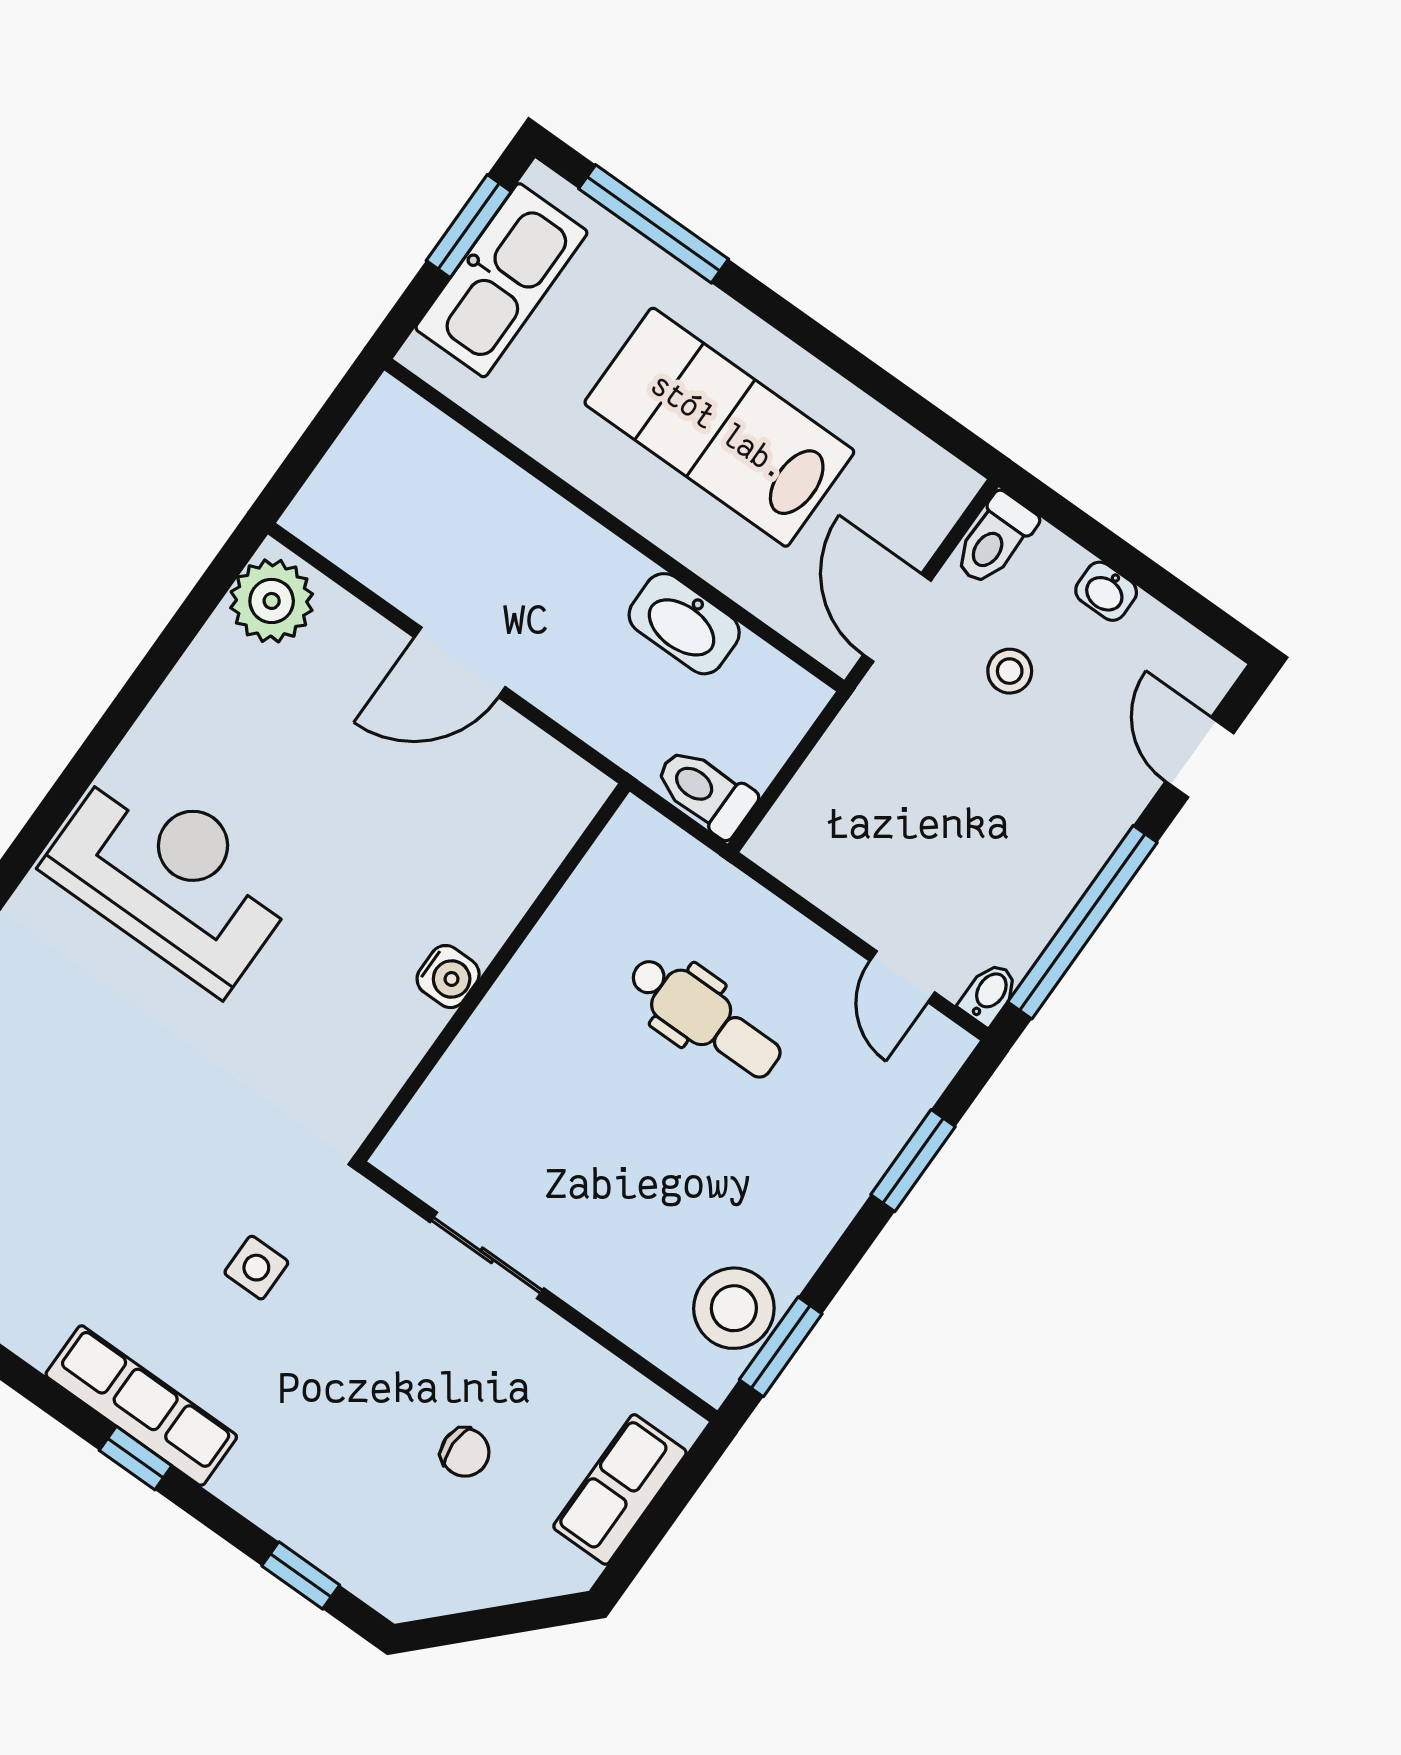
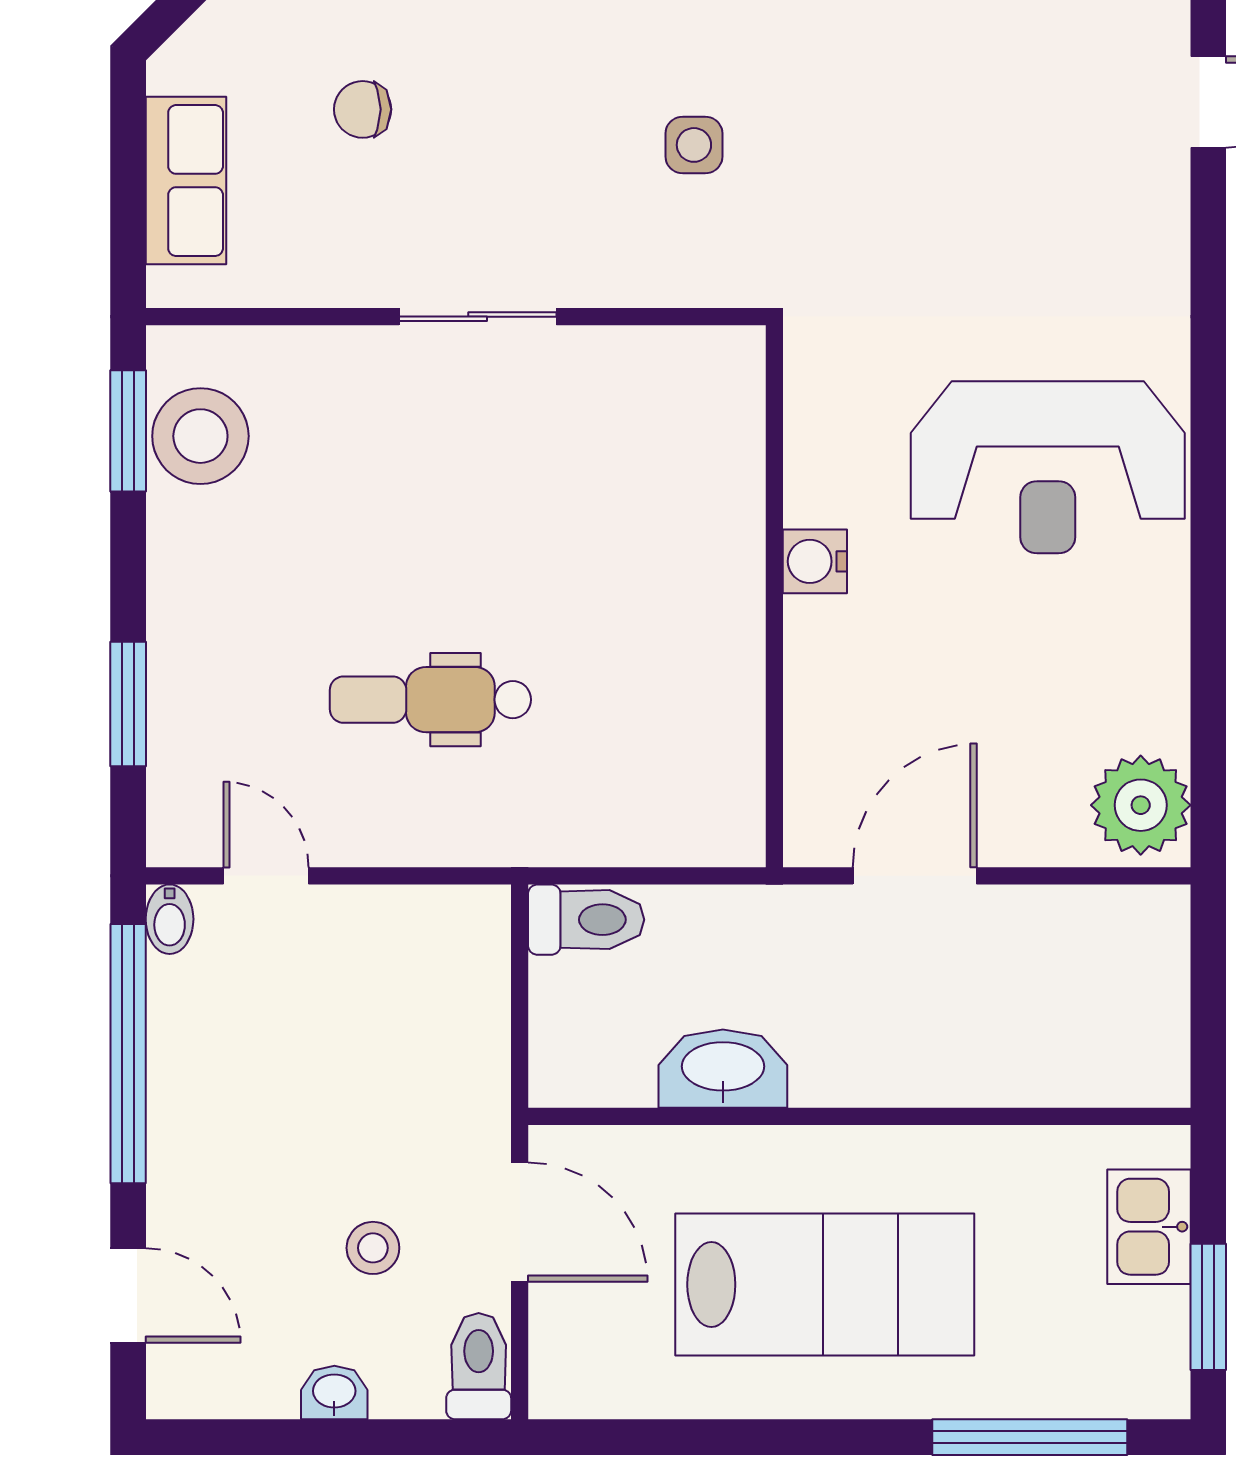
kitchen sink: (501, 280) -> (1149, 1227), width x0.53, depth x0.81
wall: (493, 972) -> (774, 596), moved
water cooler: (448, 977) -> (815, 561), moved

